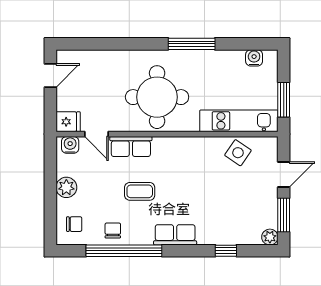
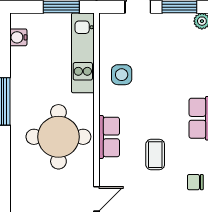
row of seats: (131, 146) -> (109, 137), moved
side table: (238, 153) -> (122, 75), moved, turned -34

